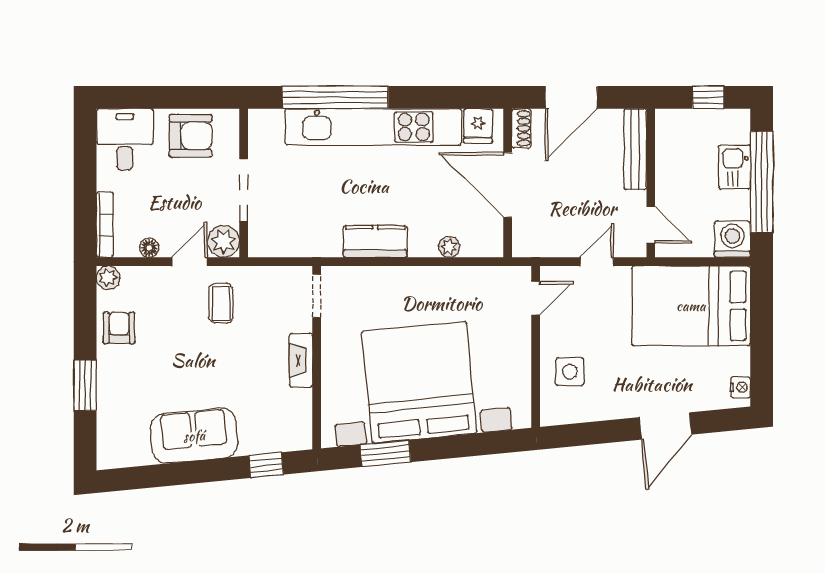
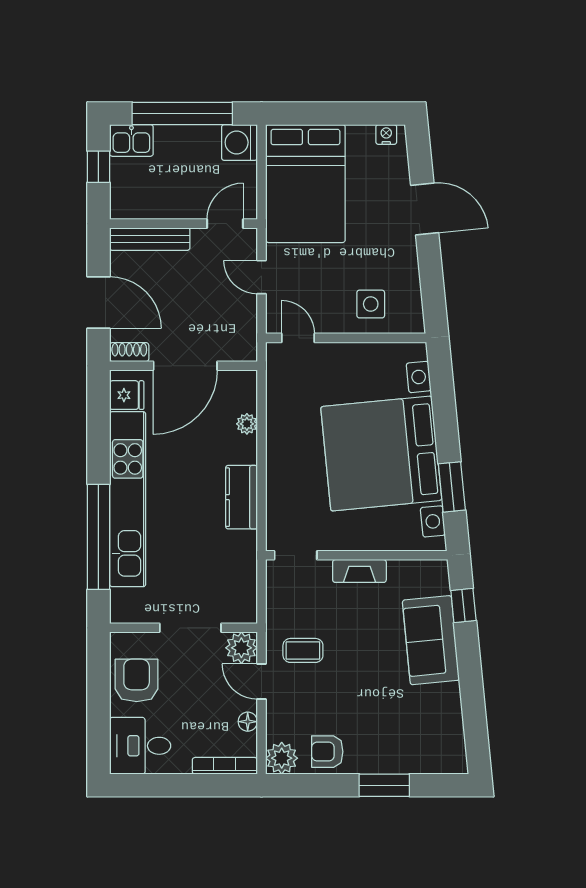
kitchen sink: (735, 167) -> (131, 140), moved
plant: (108, 278) -> (282, 758), width x1.38, depth x1.38
sofa: (194, 436) -> (431, 640), moved

